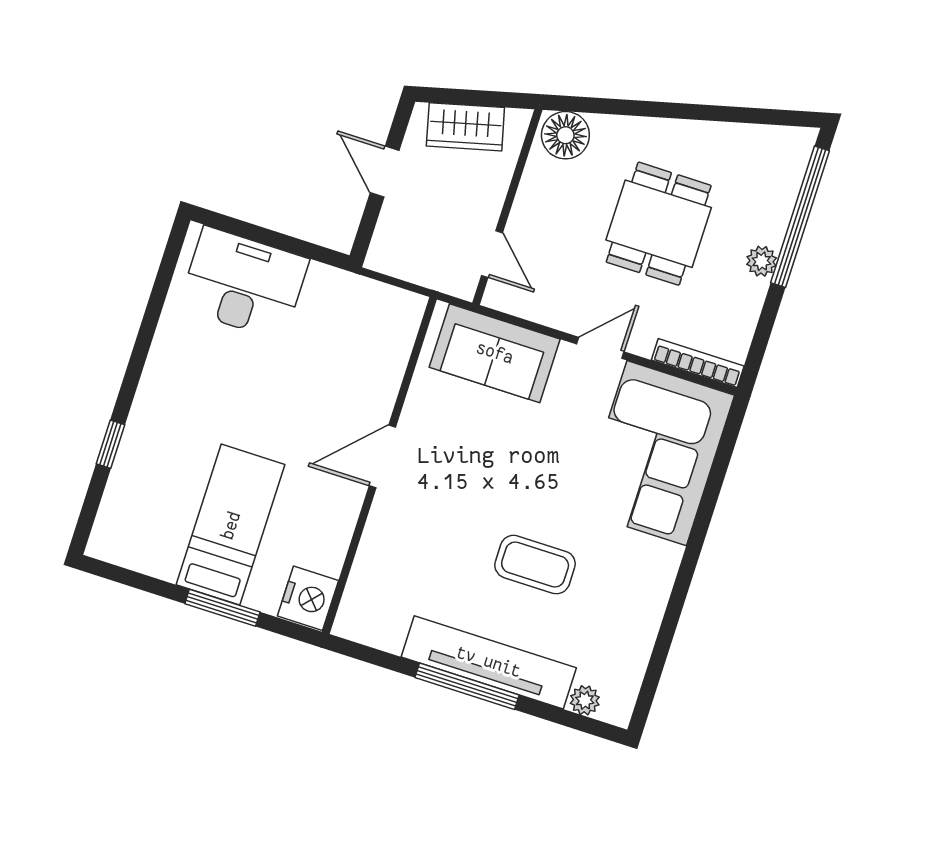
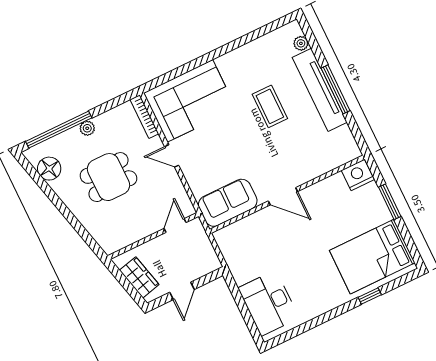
floor lamp: (565, 135) -> (49, 169), moved
sofa: (495, 353) -> (228, 203), moved, turned -90
bed: (231, 525) -> (372, 257), moved, width x1.50

